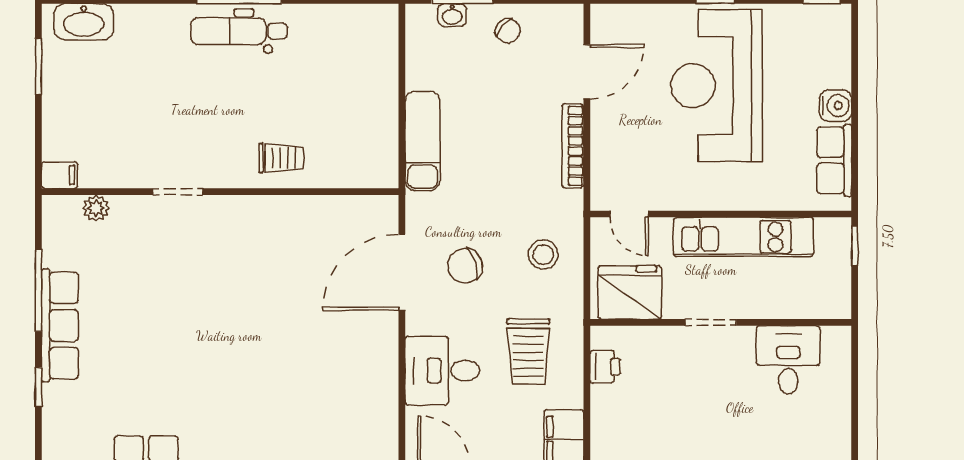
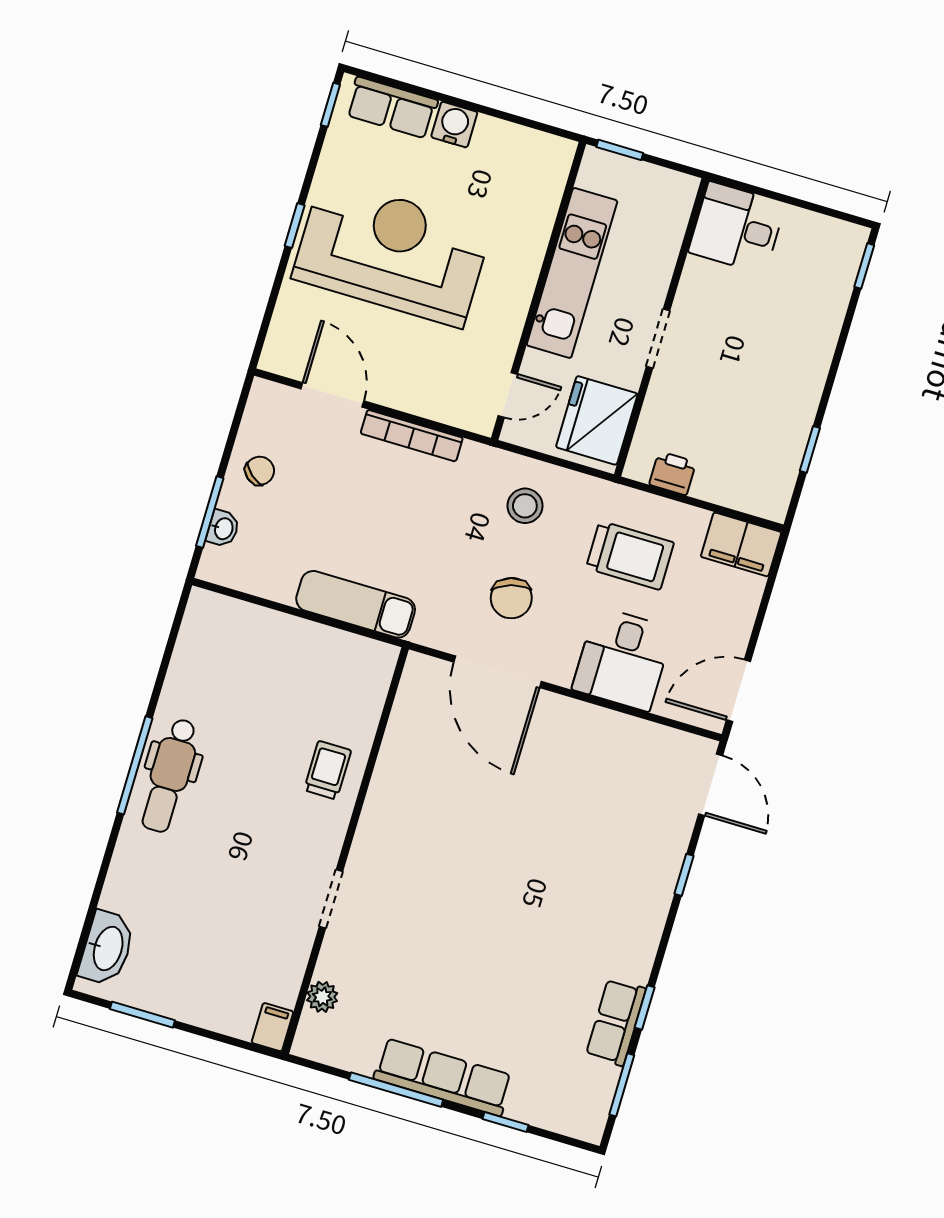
reception desk: (717, 86) -> (392, 253), turned 180
row of seats: (834, 160) -> (392, 108), moved
desk: (788, 360) -> (737, 228), moved

